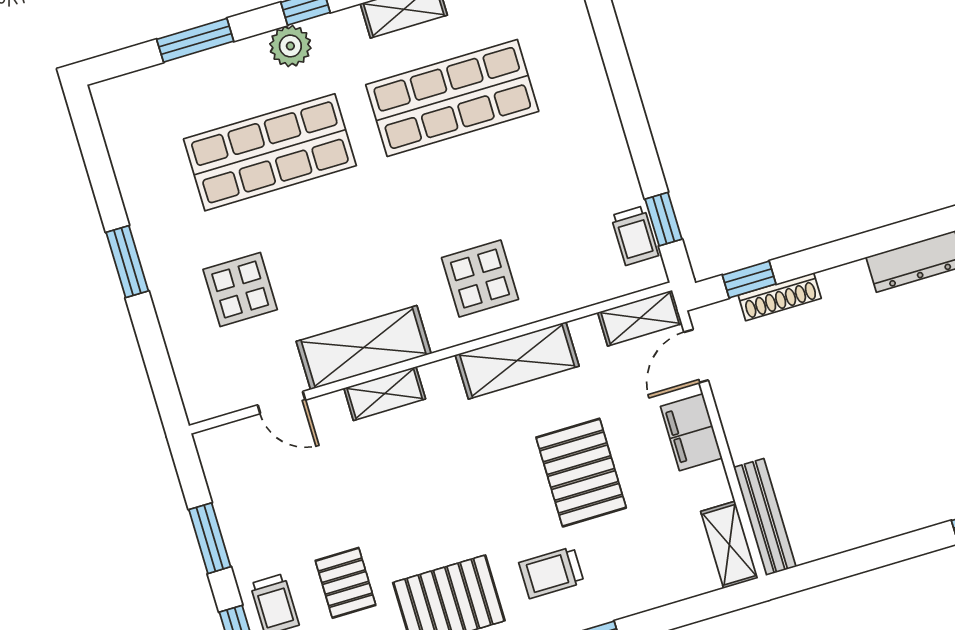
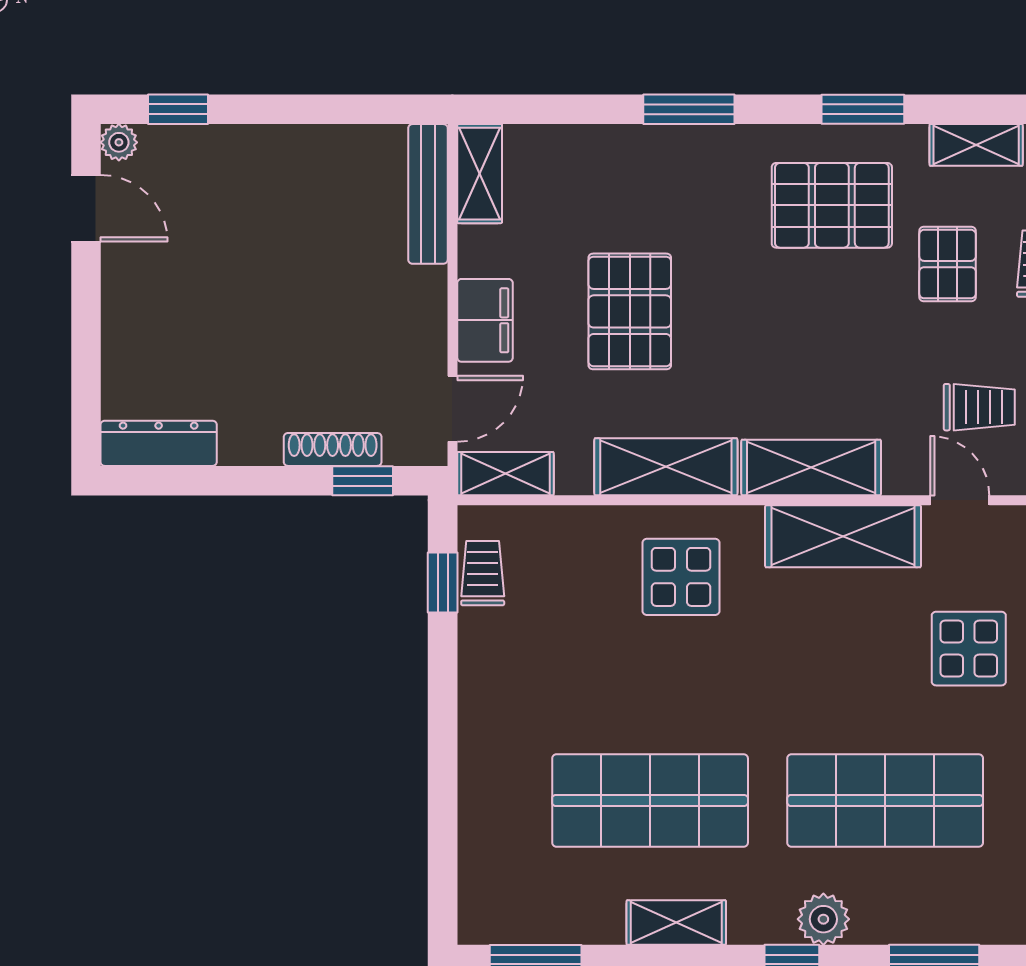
shelving: (385, 394) -> (811, 467), width x1.50, depth x1.33
trolley: (551, 573) -> (979, 407), moved

